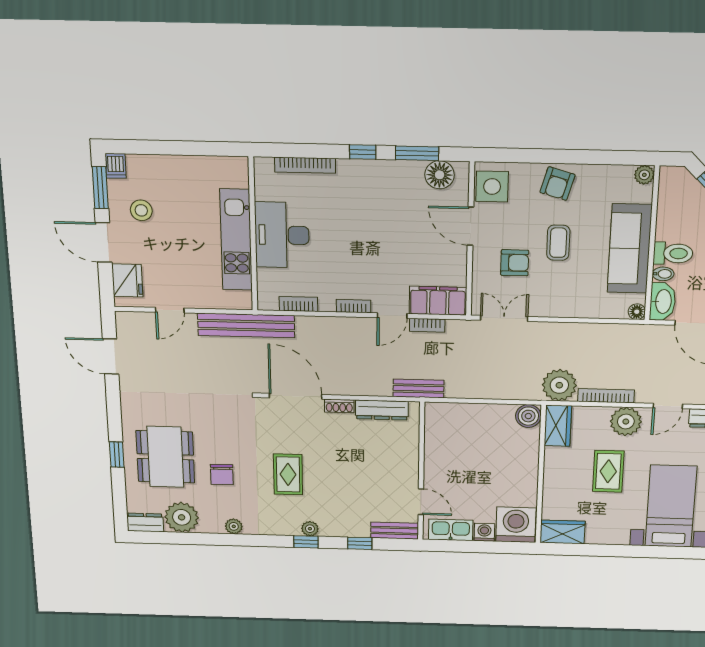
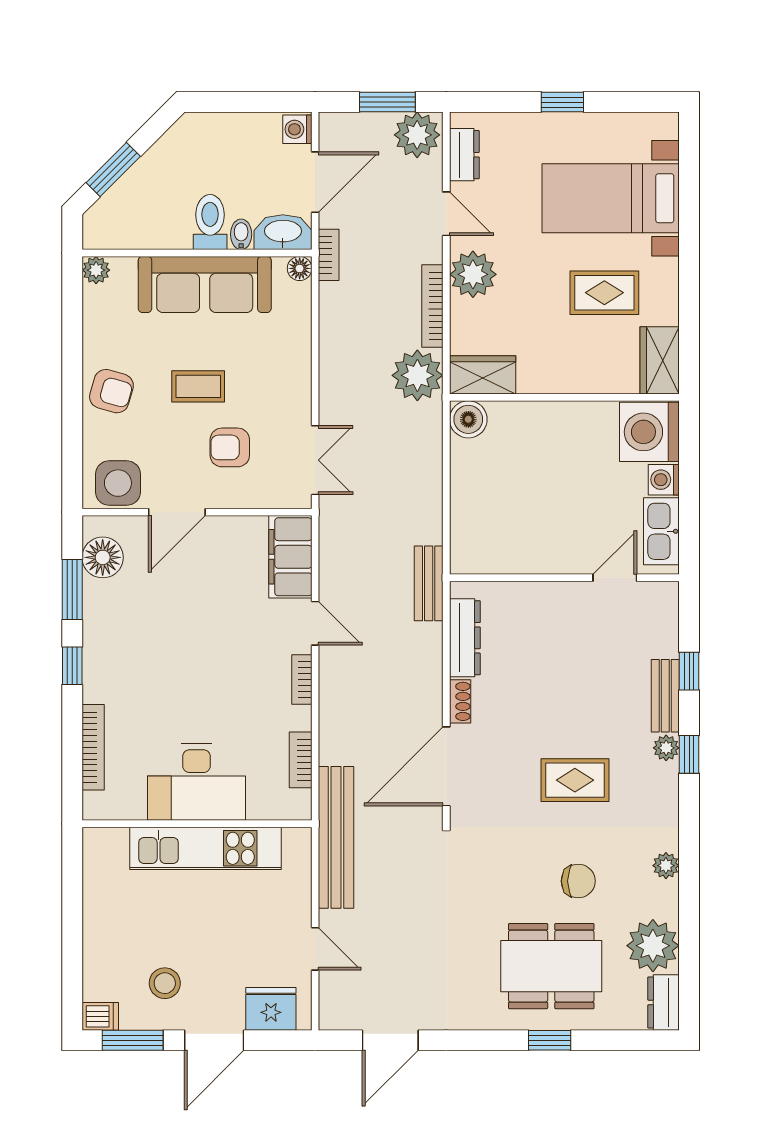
armchair: (515, 263) -> (230, 447), turned -90
double door: (504, 318) -> (315, 460), swing flipped
bookcase: (427, 325) -> (329, 255), moved
rug: (608, 471) -> (604, 293), moved
bench: (395, 531) -> (665, 696), moved

